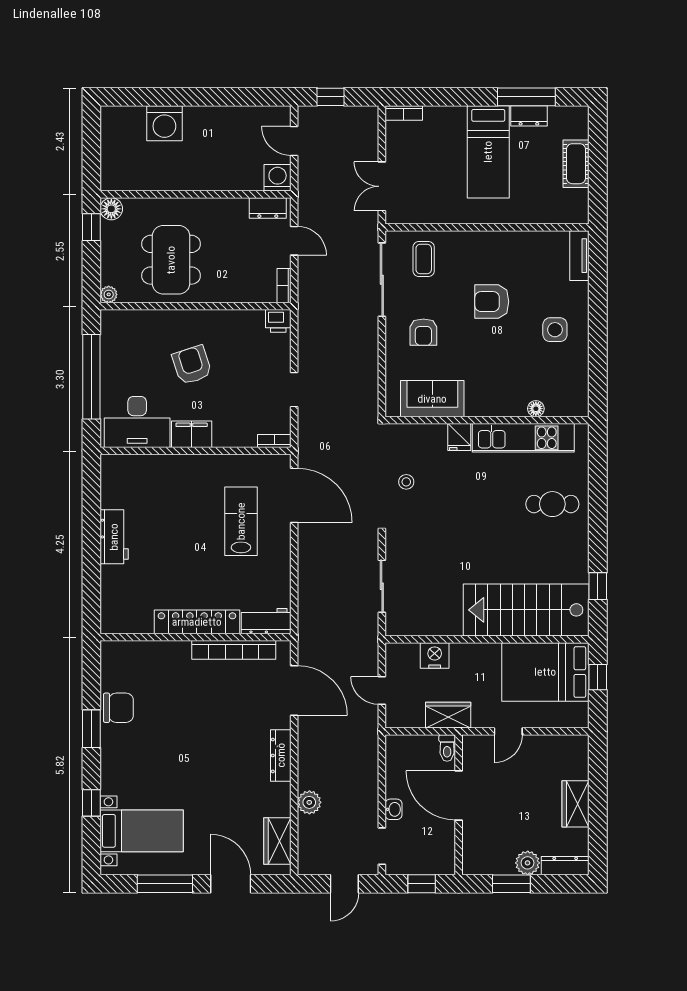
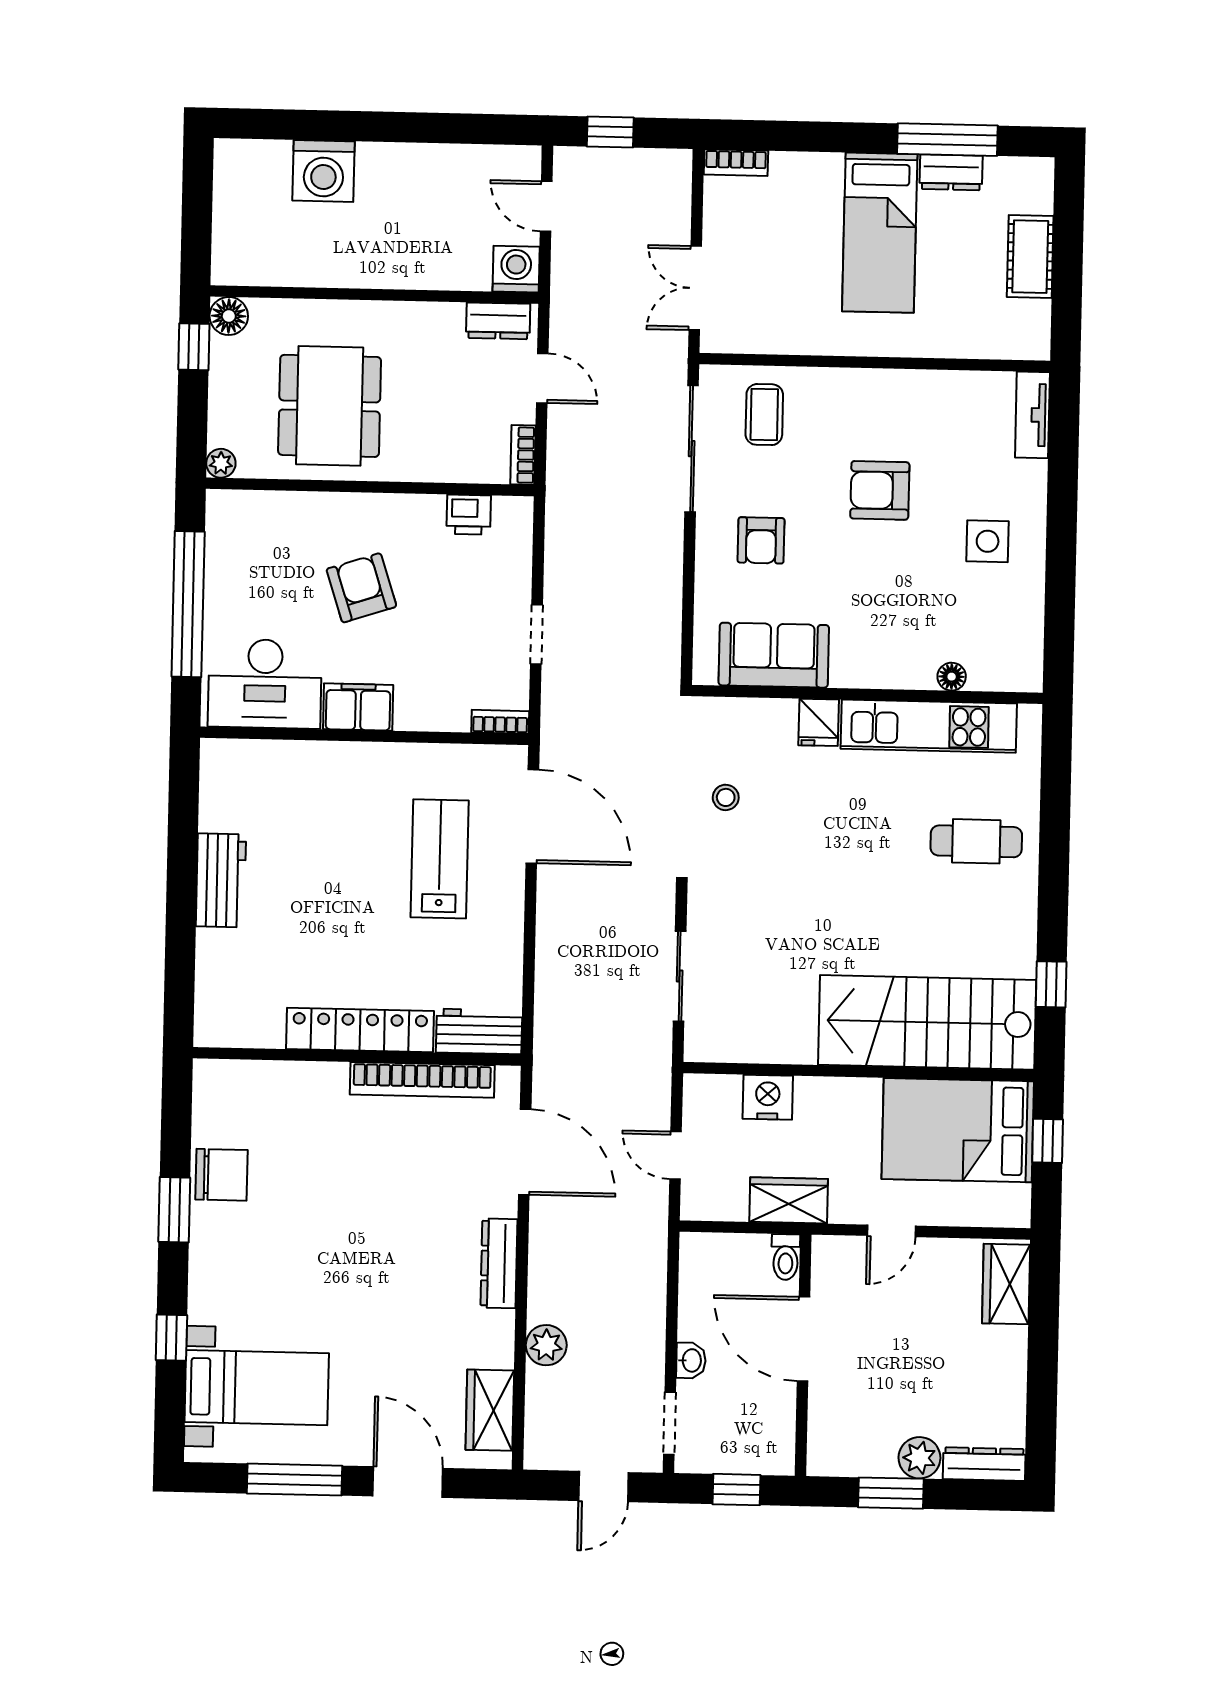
printer: (278, 321) -> (469, 515), moved
wardrobe: (576, 804) -> (1006, 1284), moved

